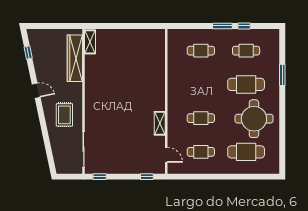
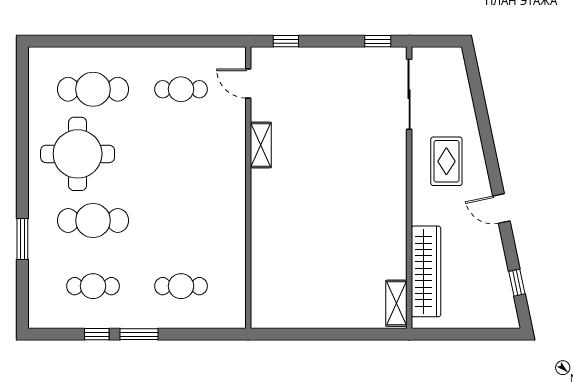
cafe table: (201, 118) -> (181, 155), removed

